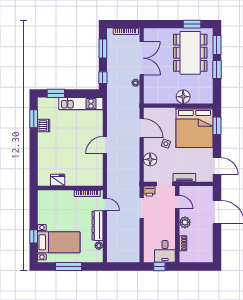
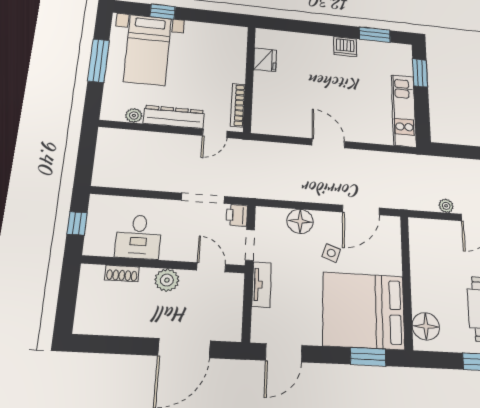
window: (103, 78) -> (452, 151), removed
floor lamp: (183, 97) -> (426, 326), moved
dishwasher: (44, 126) -> (345, 47), moved
door: (177, 202) -> (211, 267), swing flipped
desk: (165, 251) -> (138, 237), moved, turned -90

